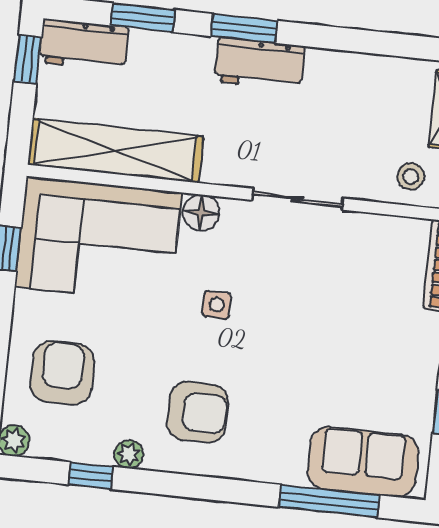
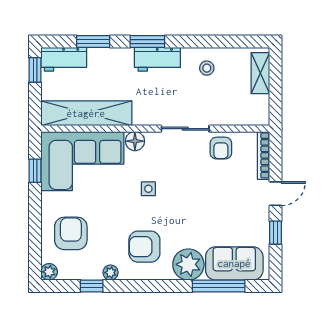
stool: (411, 176) -> (207, 68), moved
armchair: (361, 243) -> (221, 148), added
armchair: (198, 412) -> (144, 247), turned 180
plant: (276, 455) -> (188, 264), added

